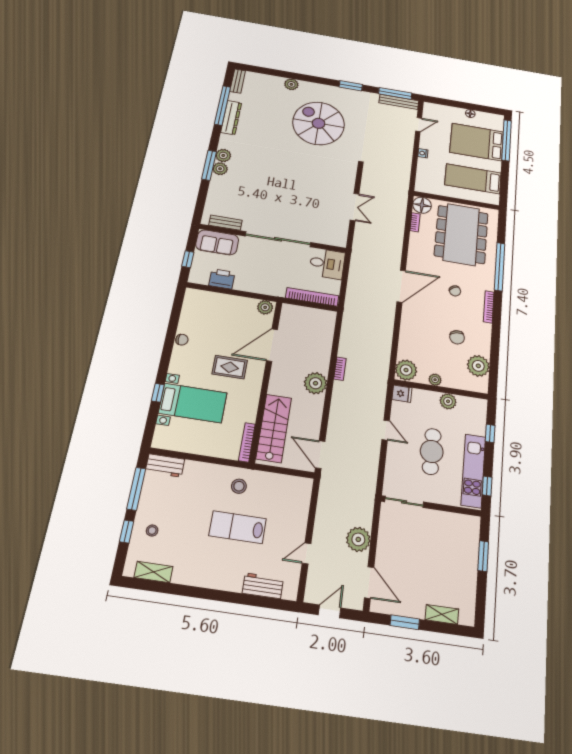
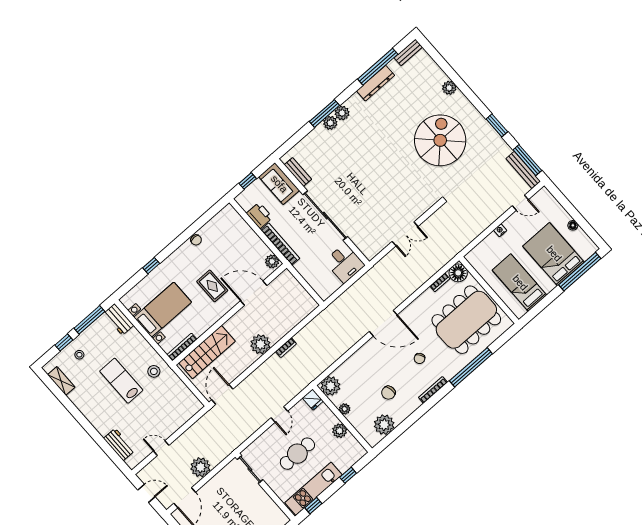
bookcase: (312, 297) -> (280, 244), moved
bed with nightstands: (193, 403) -> (163, 310), moved, turned -90
lab bench: (238, 527) -> (121, 381), moved

